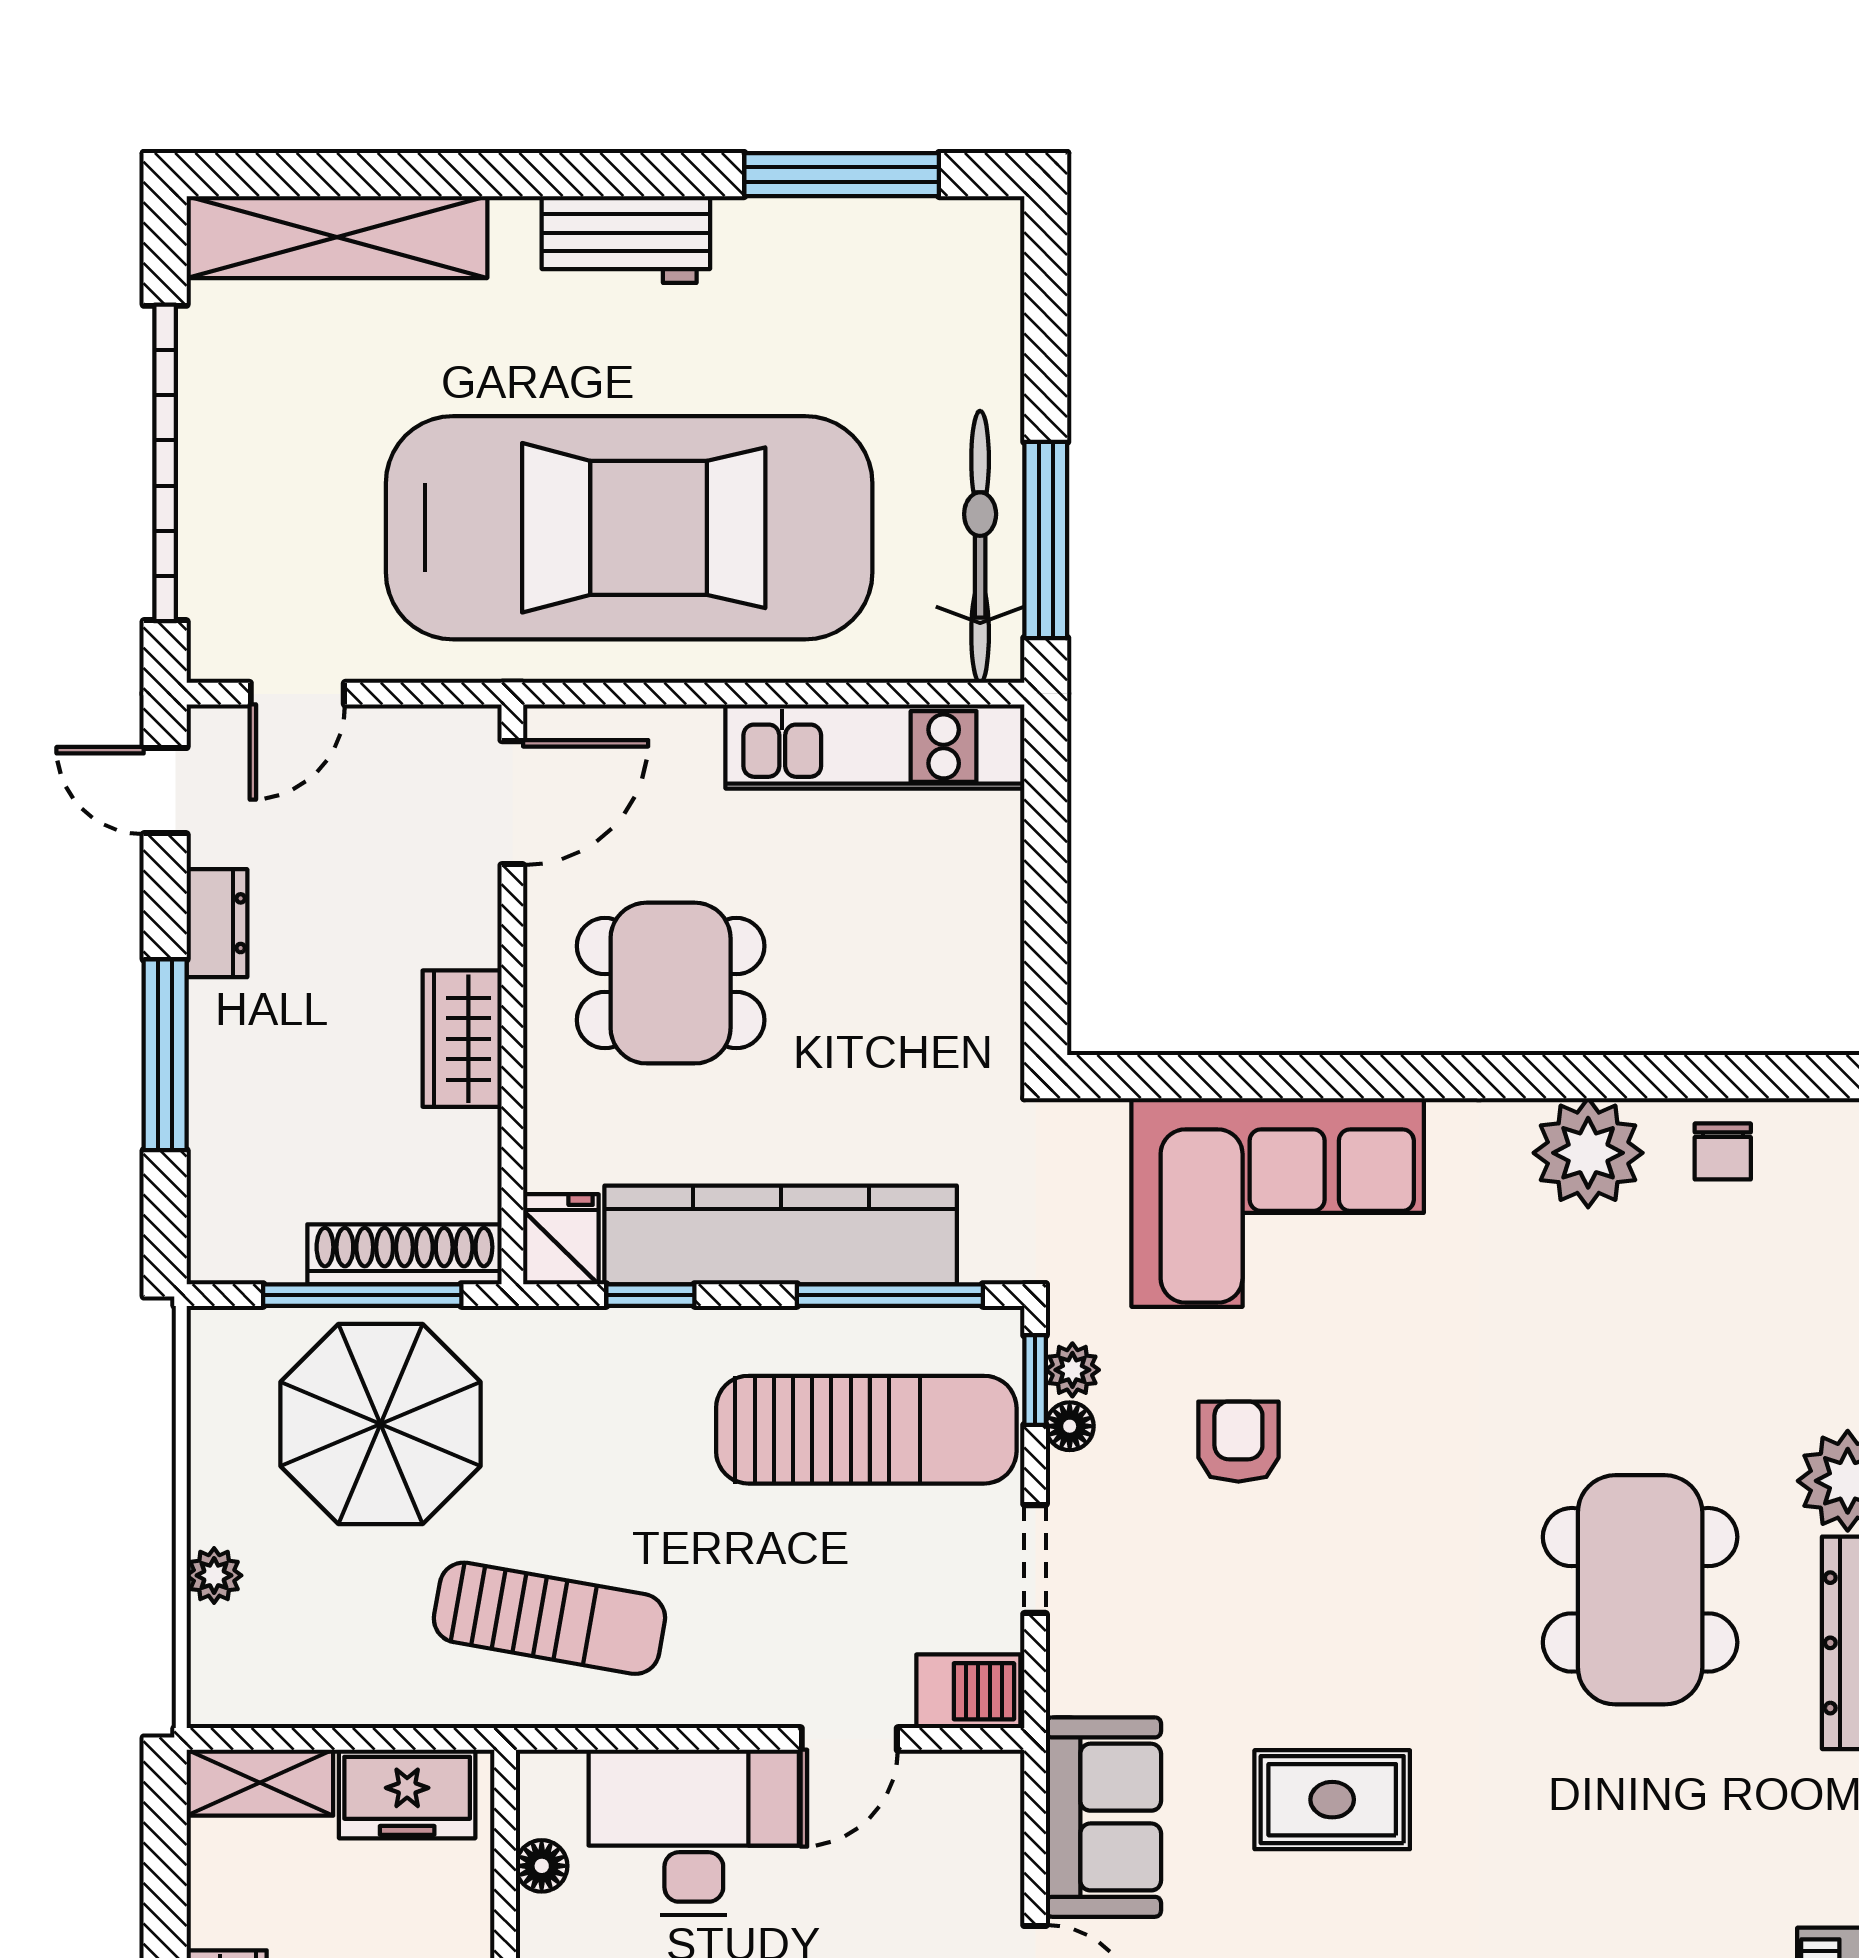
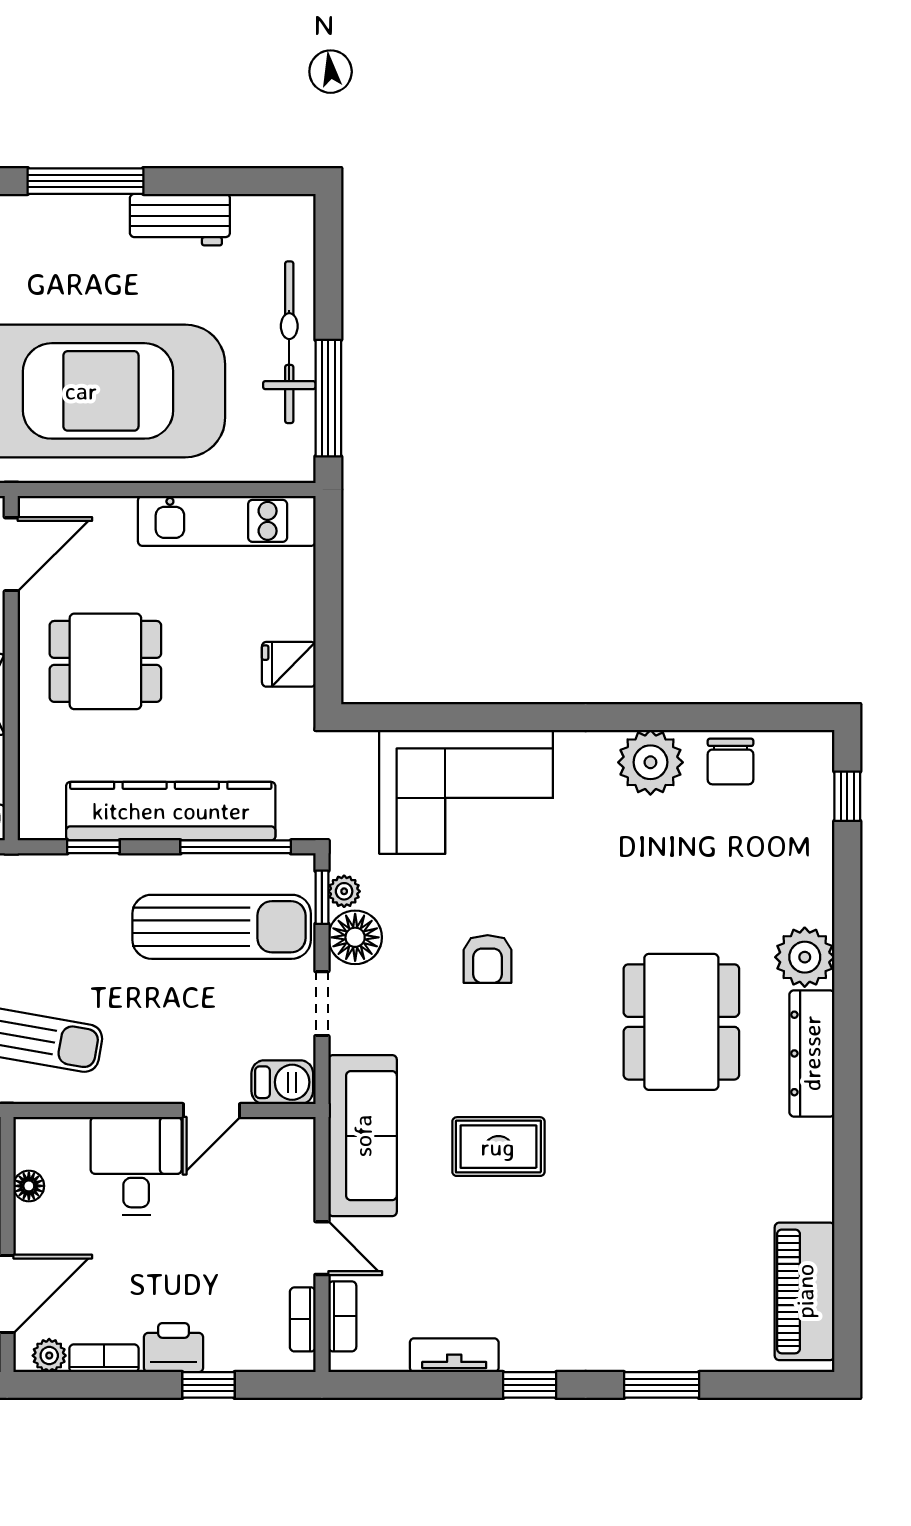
window: (842, 175) -> (86, 181), moved
workbench: (626, 239) -> (180, 220), moved
bicycle: (980, 547) -> (289, 342), moved
chair: (1723, 1151) -> (730, 761), width x1.37, depth x1.37
fridge: (561, 1239) -> (289, 664), moved, turned -90
floor lamp: (1070, 1426) -> (355, 937), width x1.89, depth x1.89
armchair: (1238, 1442) -> (488, 959), moved, turned 180
sofa: (1103, 1817) -> (363, 1136), width x1.36
desk: (694, 1832) -> (136, 1166), width x0.73

